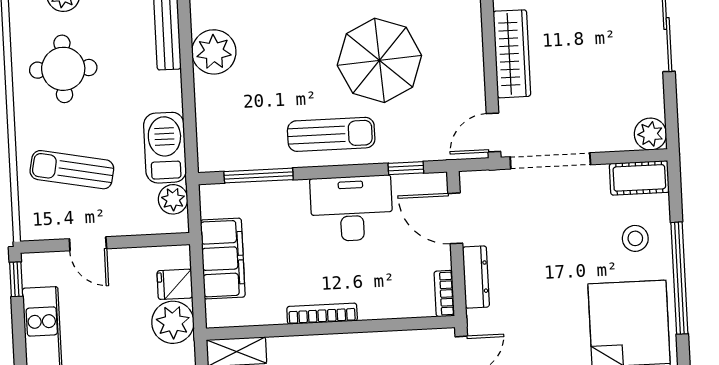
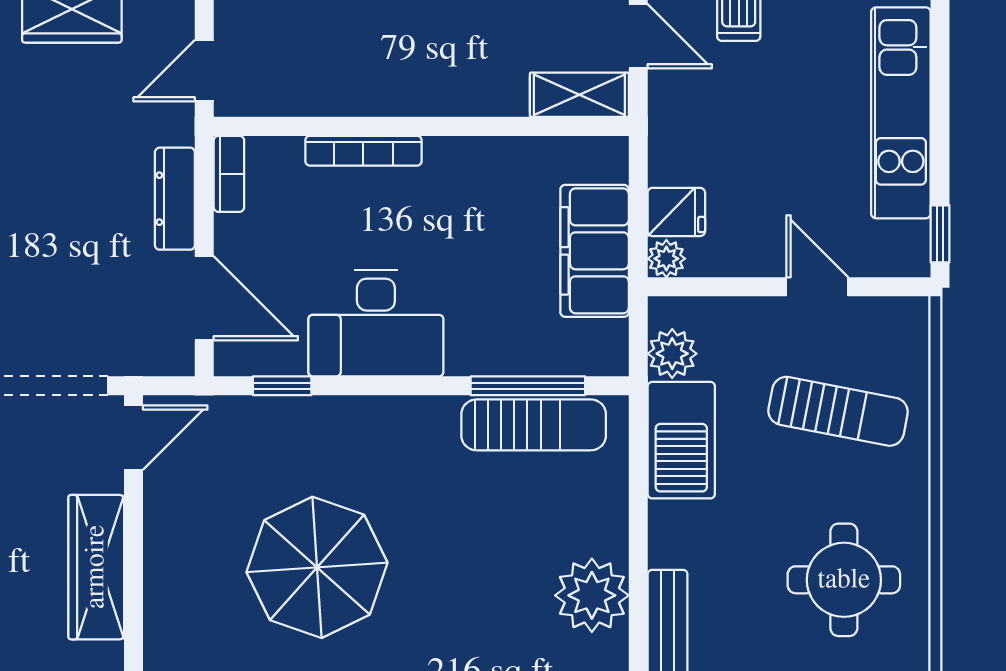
sun lounger: (331, 134) -> (534, 425), moved, turned 180
bookcase: (322, 314) -> (363, 151), moved
plant: (173, 322) -> (666, 259), moved, width x0.53, depth x0.53

